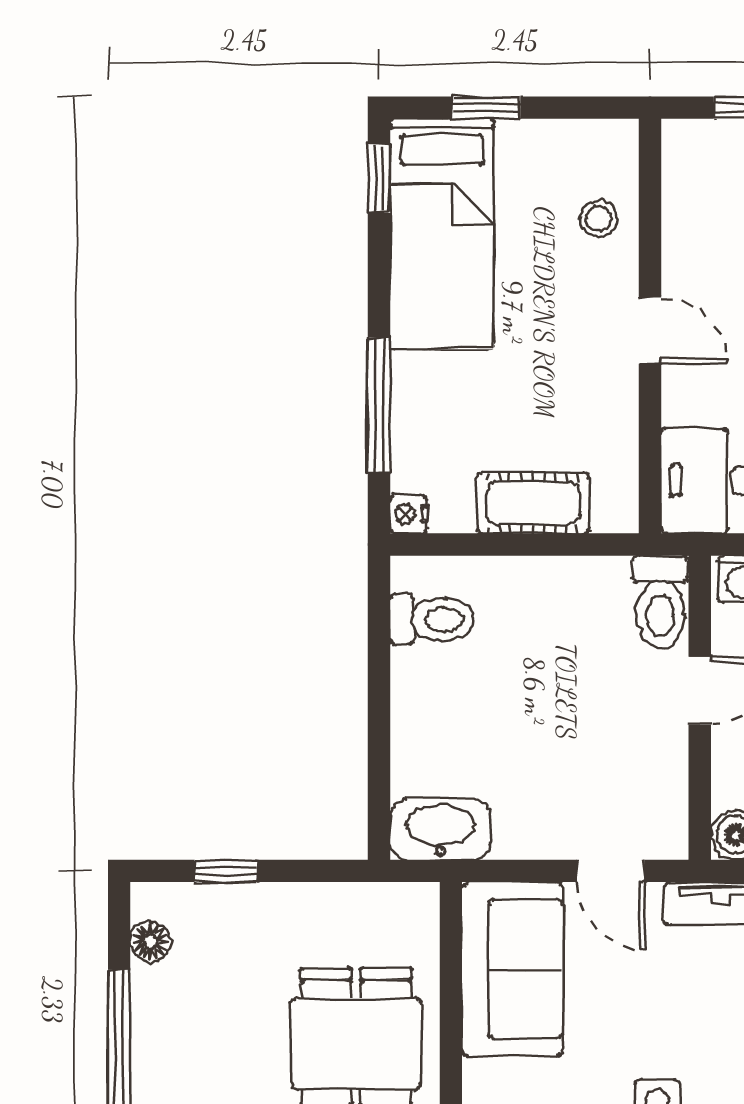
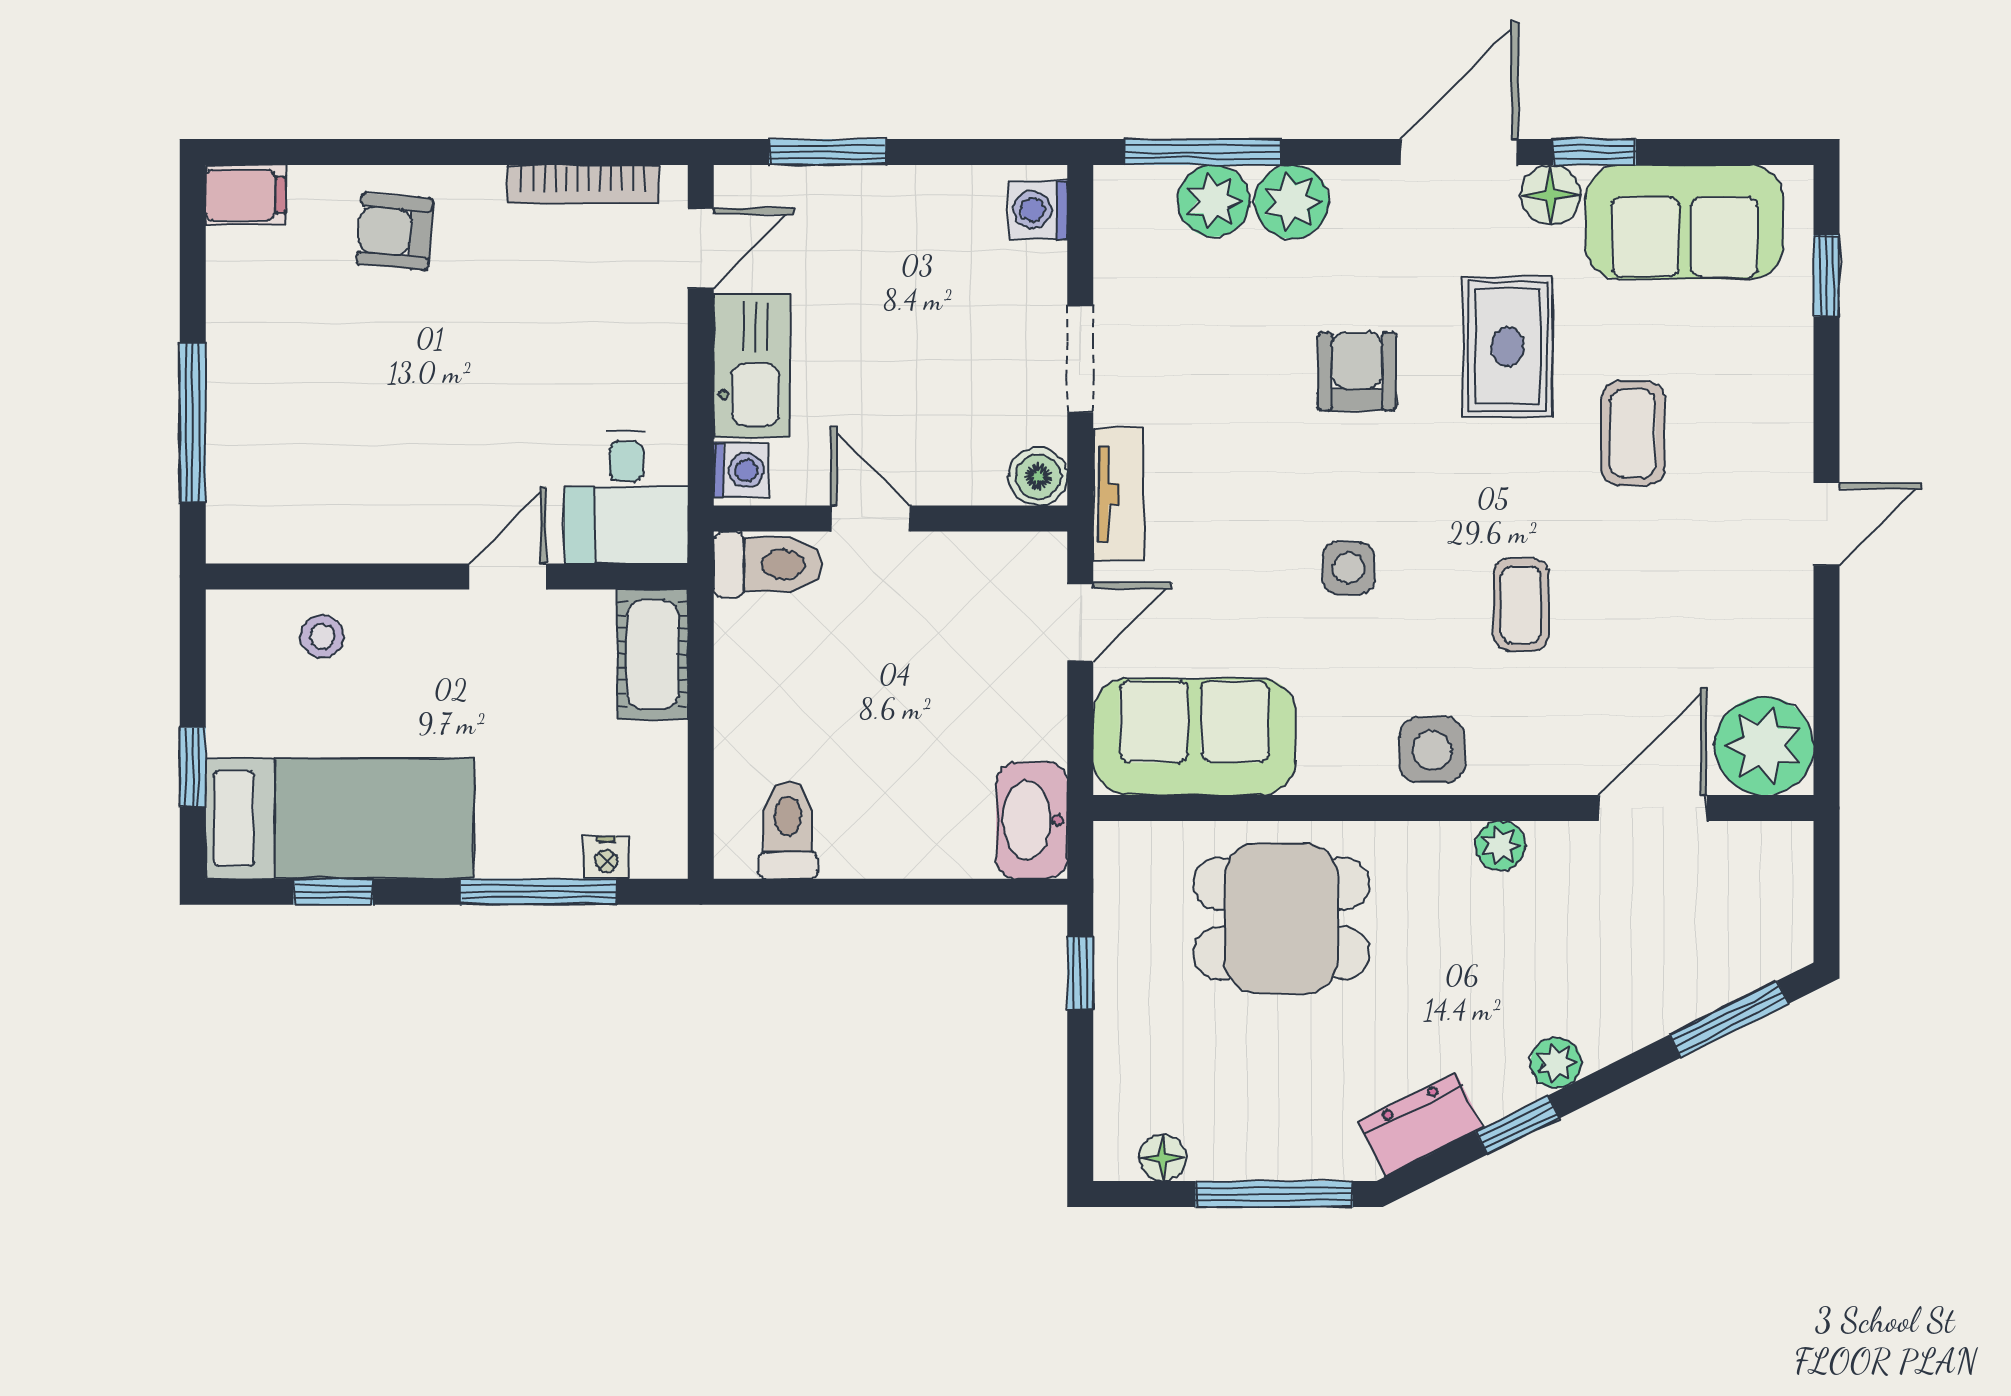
window: (379, 179) -> (333, 892), moved
door: (650, 331) -> (508, 576), moved
cot: (533, 503) -> (653, 654), moved
nightstand: (408, 514) -> (607, 858), moved
window: (226, 871) -> (1080, 973), moved

